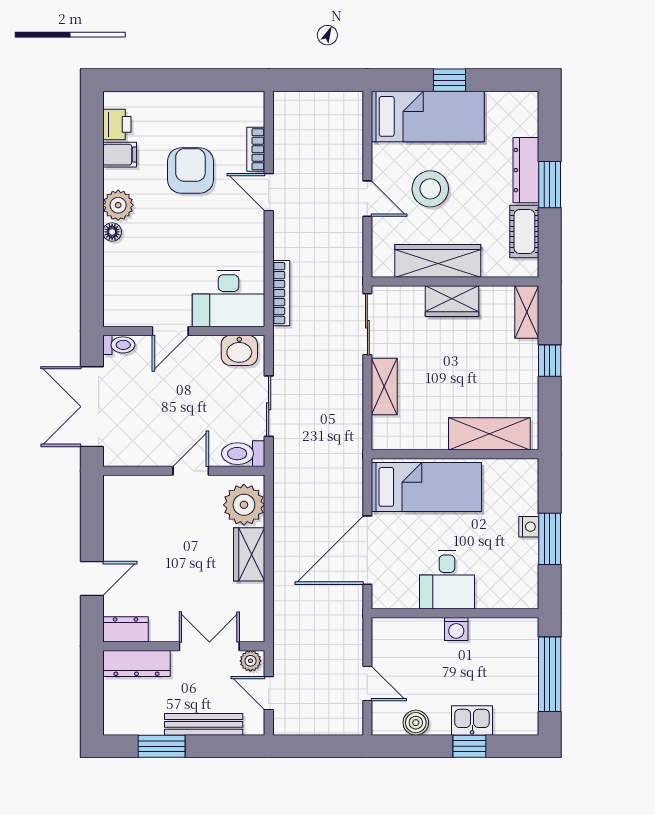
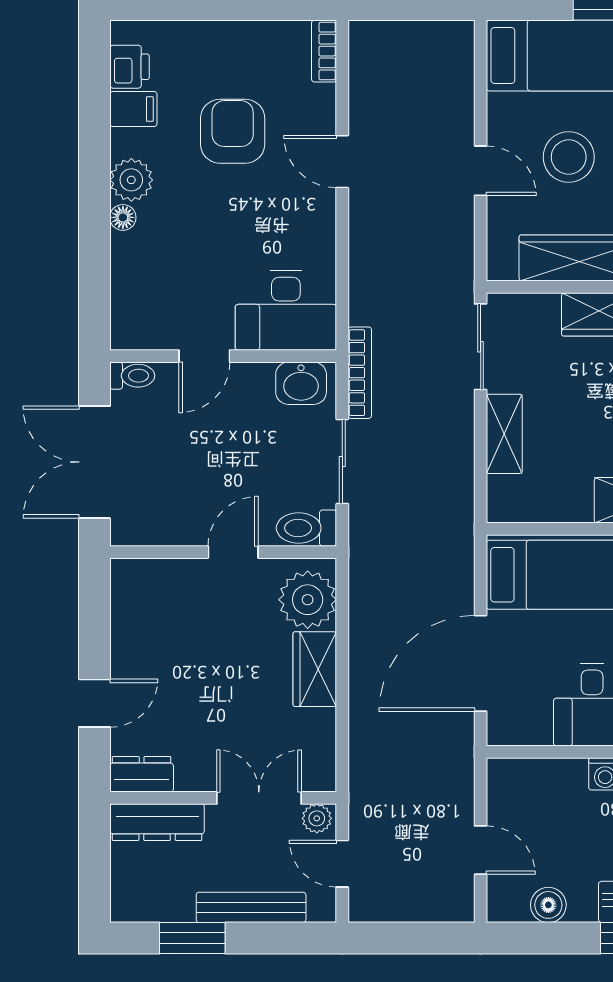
bookcase: (256, 149) -> (324, 51), moved
bookcase: (281, 293) -> (360, 373), moved

